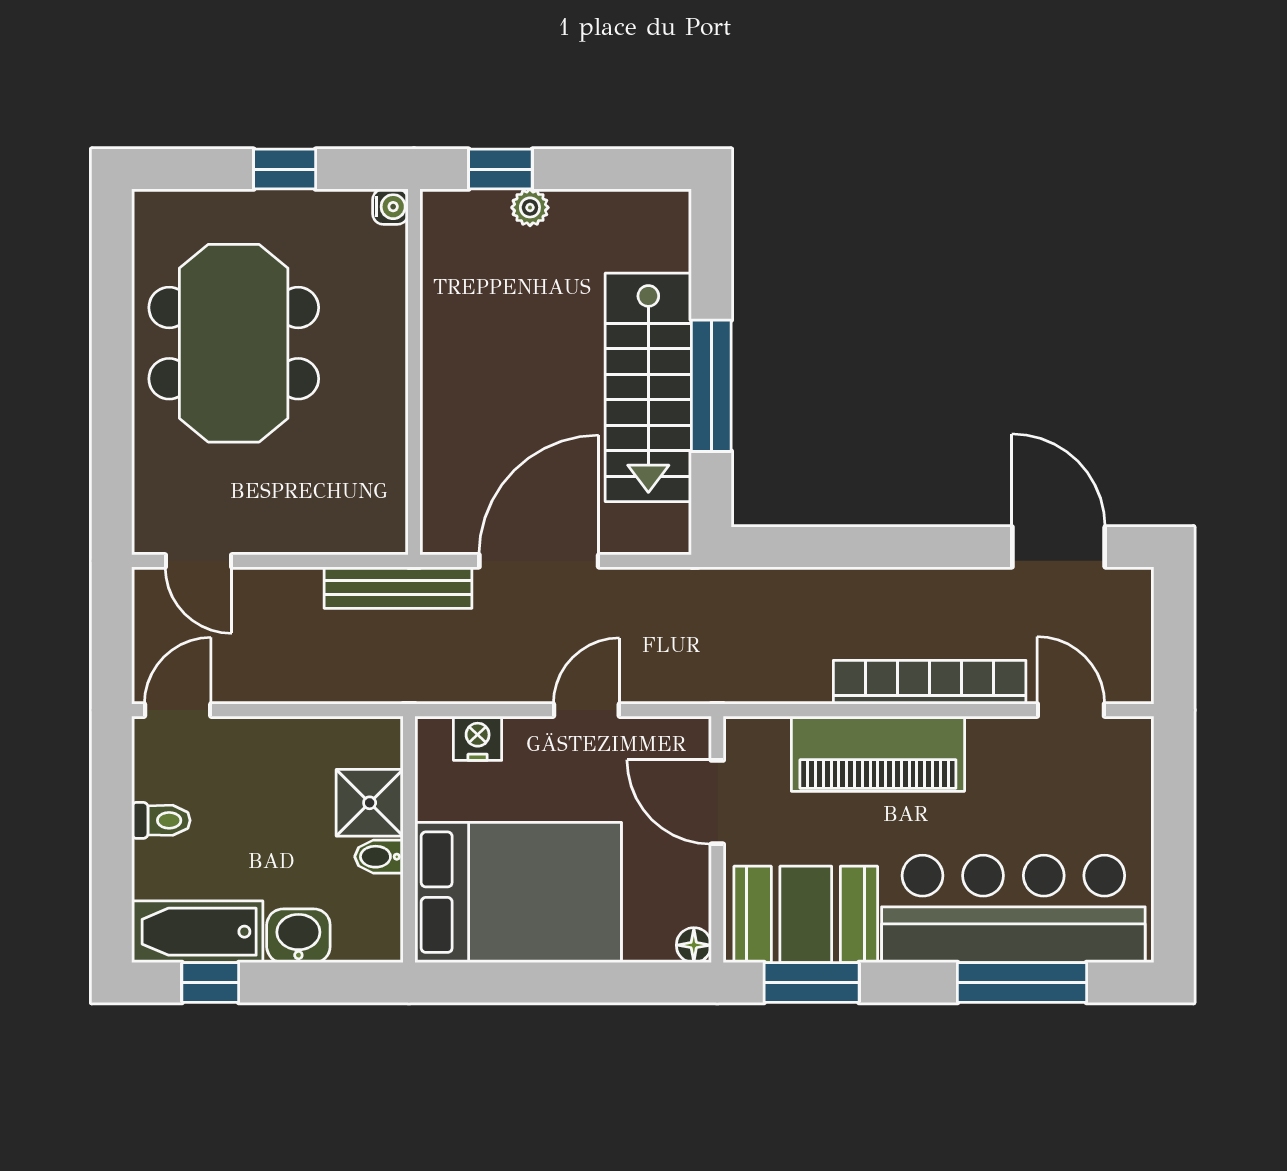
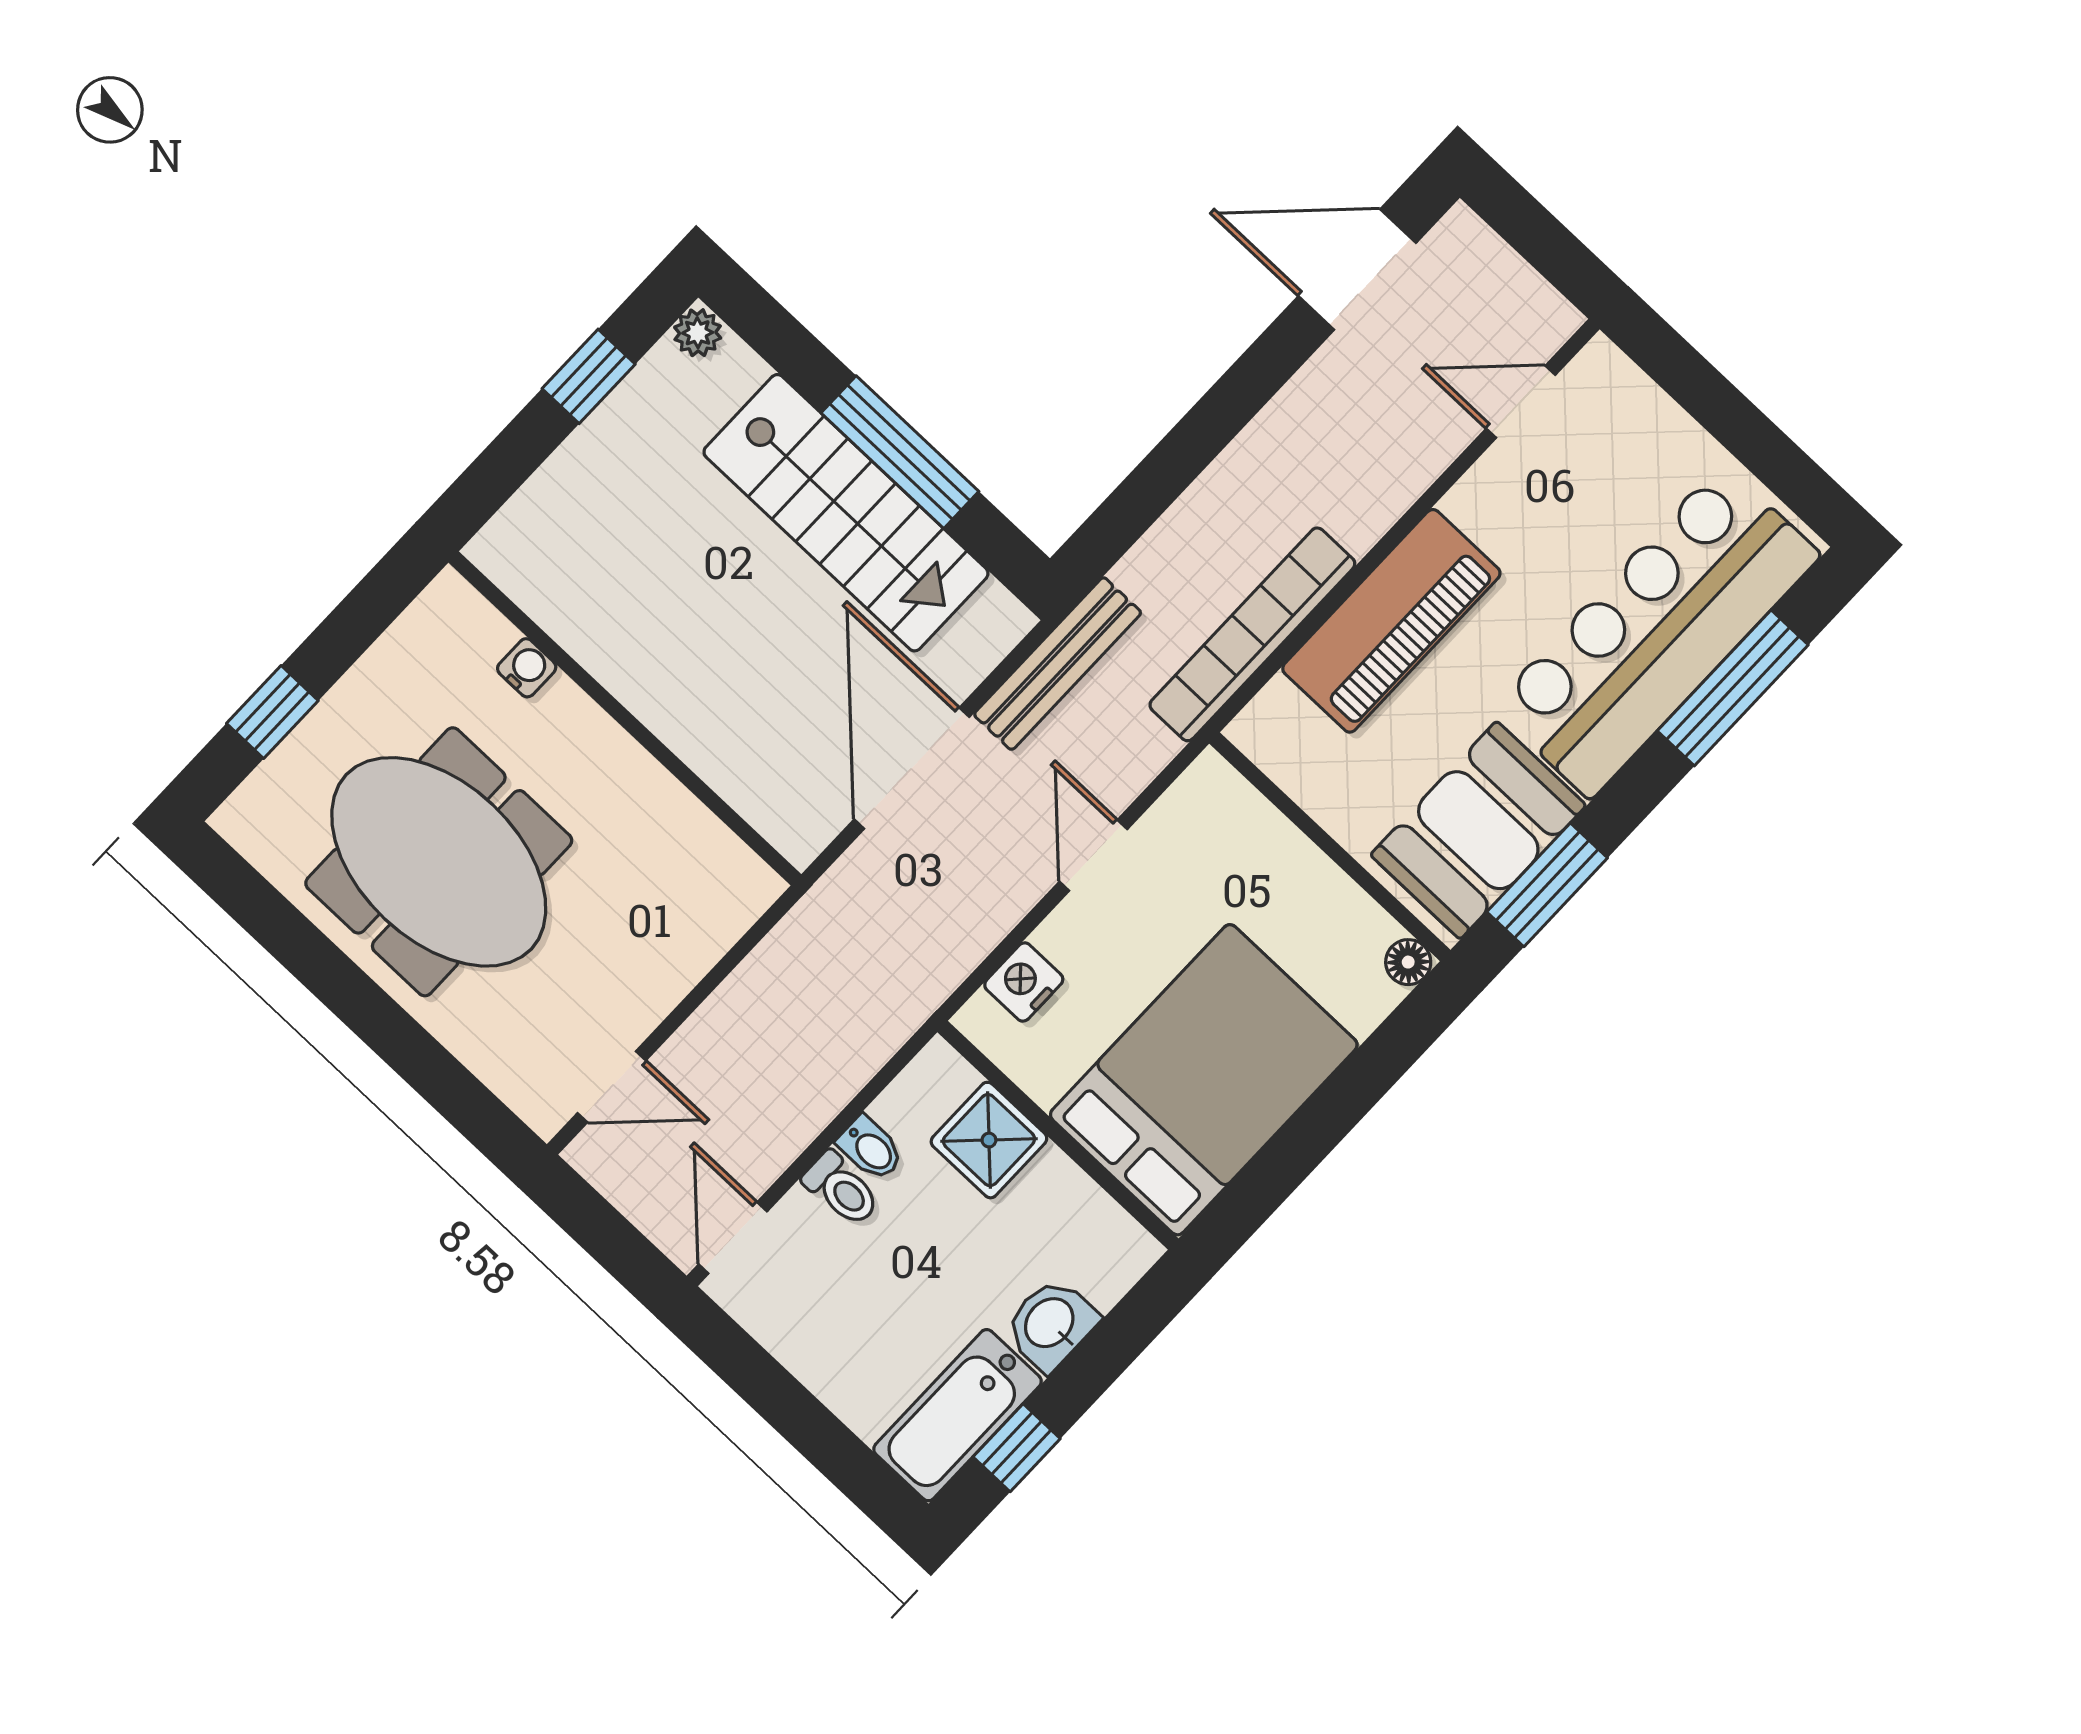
window: (285, 169) -> (272, 712), moved
window: (500, 169) -> (589, 376), moved
water cooler: (390, 207) -> (527, 668), moved
plant: (530, 207) -> (698, 333), moved
bench: (398, 588) -> (1058, 664), moved
bookcase: (930, 682) -> (1252, 634), moved
door: (717, 802) -> (1295, 814), removed
toilet: (161, 820) -> (841, 1189), moved, turned 90
bidet: (379, 857) -> (870, 1148), moved, turned -90

